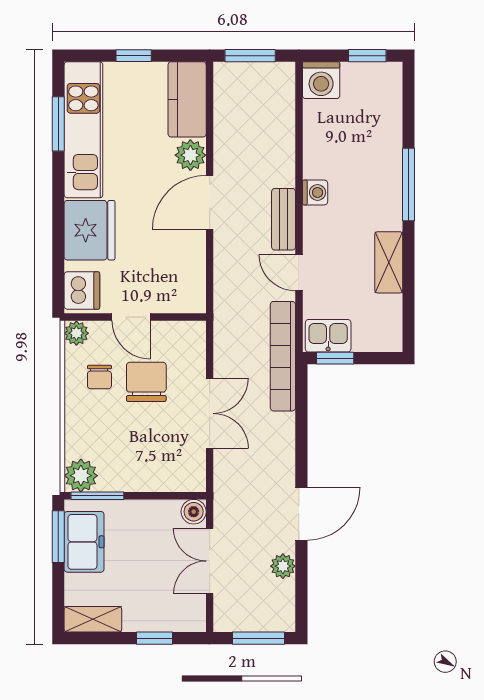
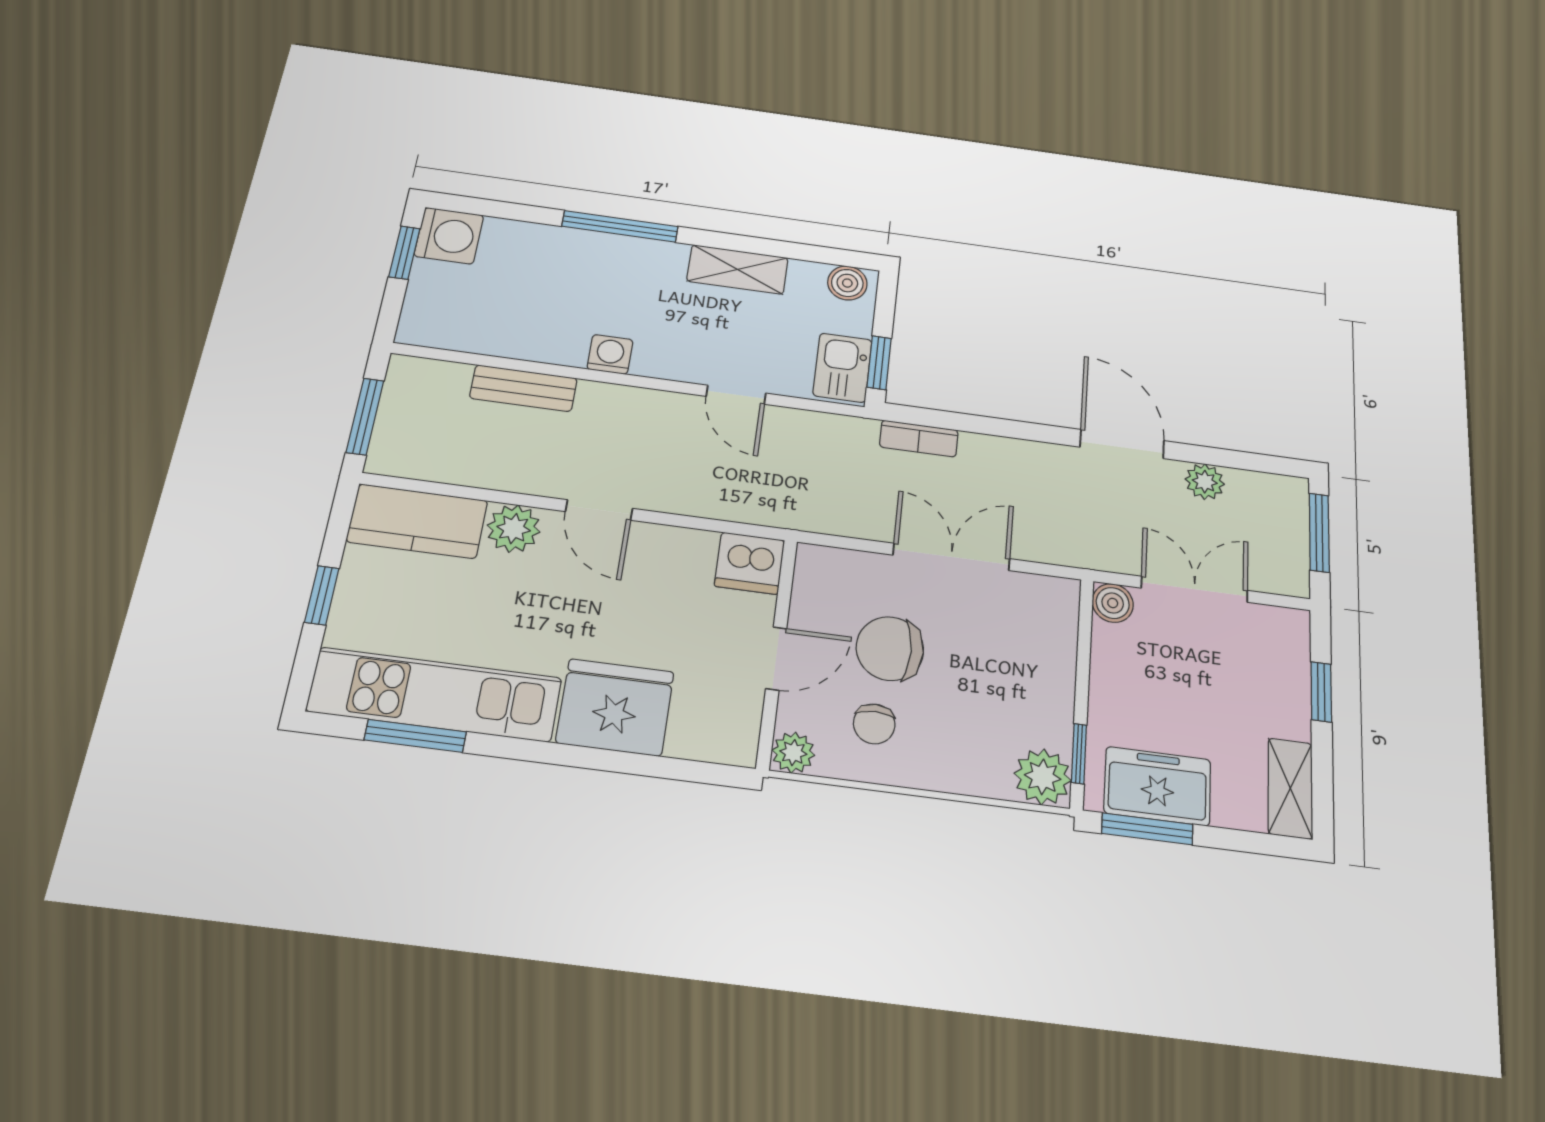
washing machine: (321, 80) -> (449, 236), moved
door: (210, 202) -> (599, 510), width x0.73
bench: (284, 219) -> (523, 388), moved
door: (299, 273) -> (736, 395), hinge flipped
dishwasher: (82, 290) -> (750, 563), moved, turned 180
boiler: (390, 333) -> (847, 283), added
bookcase: (283, 356) -> (919, 439), width x0.43, depth x0.76
chair: (99, 377) -> (874, 724), turned 90
window: (97, 496) -> (1079, 754), width x0.67
double door: (210, 561) -> (1194, 589), swing flipped

